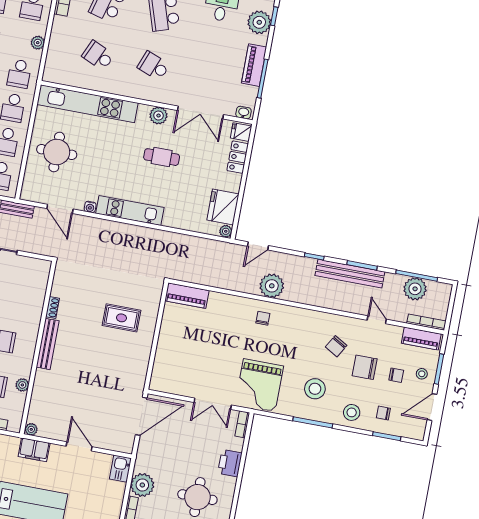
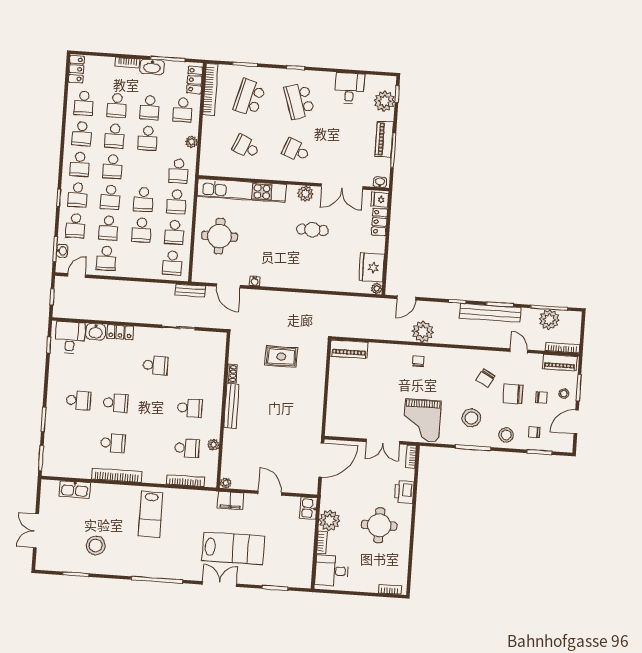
kitchen unit: (130, 211) -> (290, 280), removed
rug: (121, 318) -> (281, 357), moved

